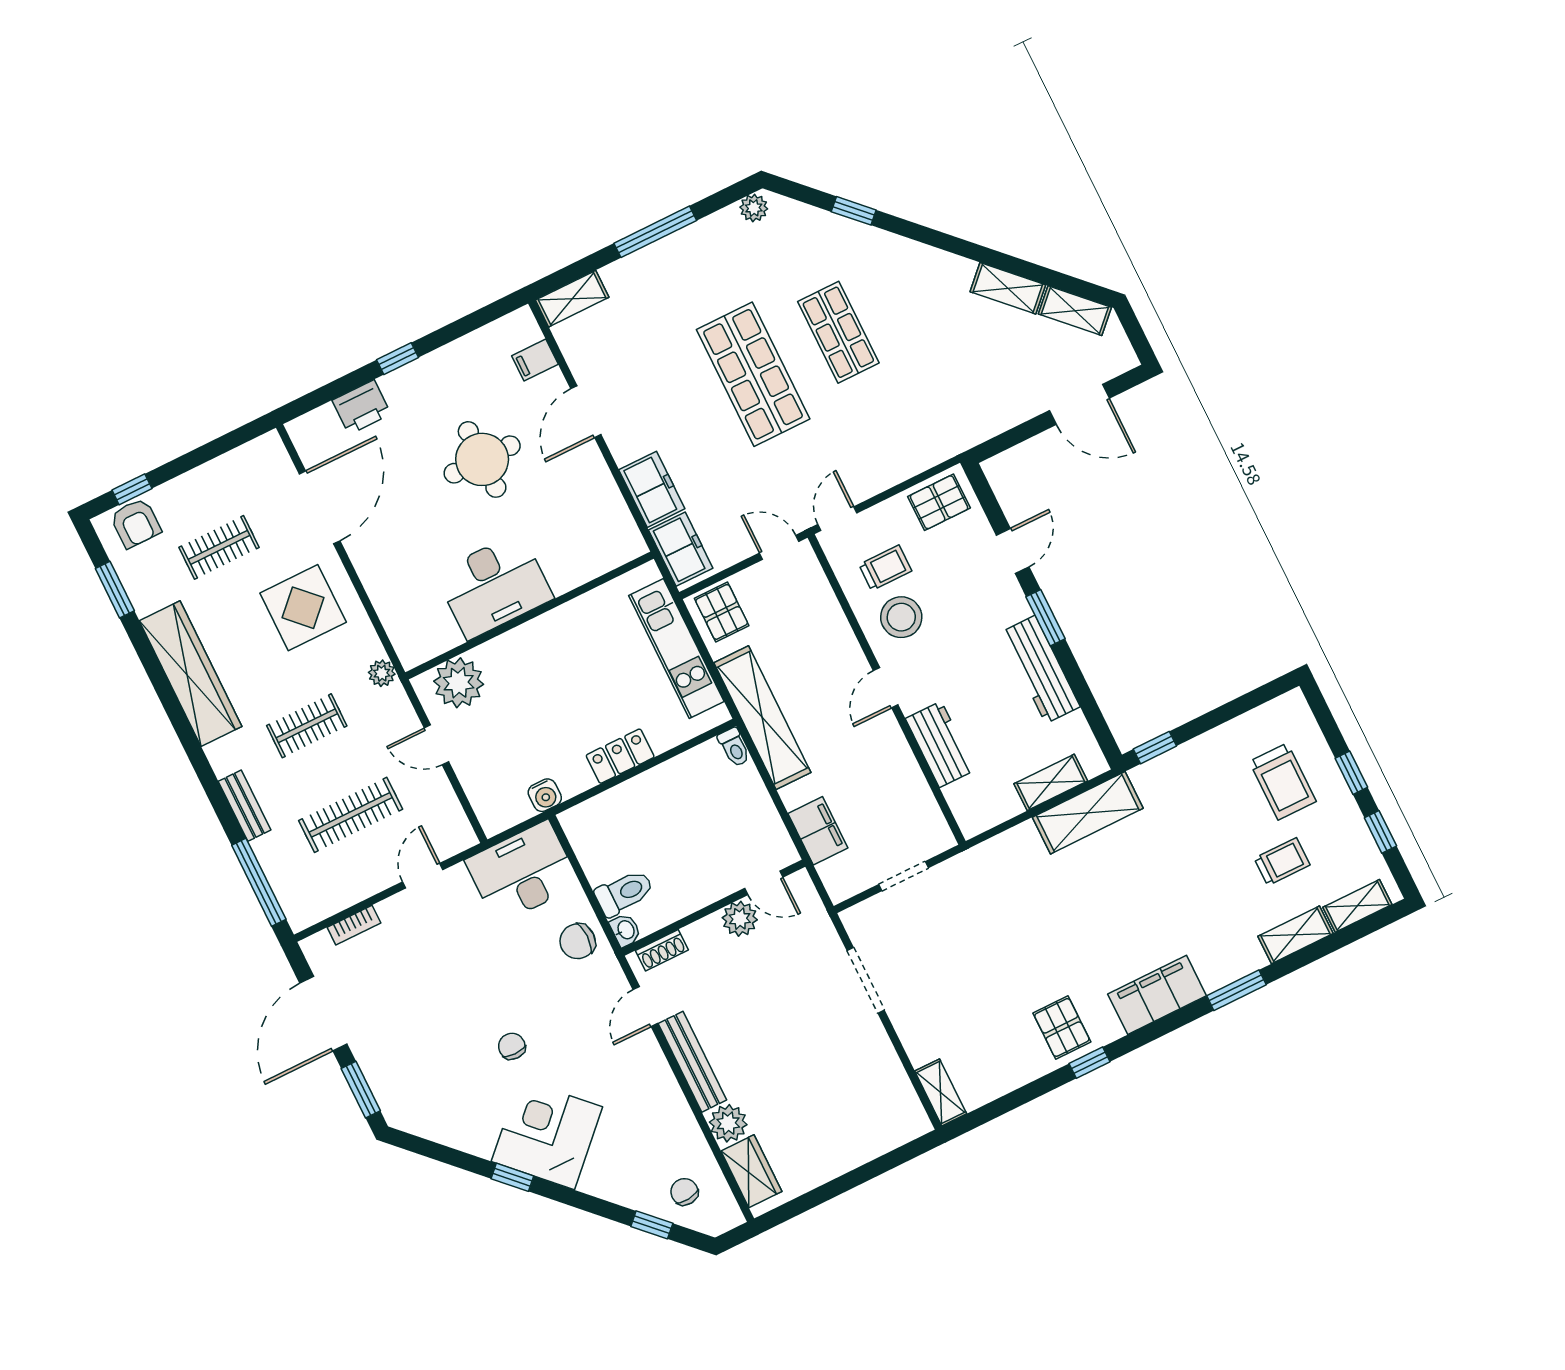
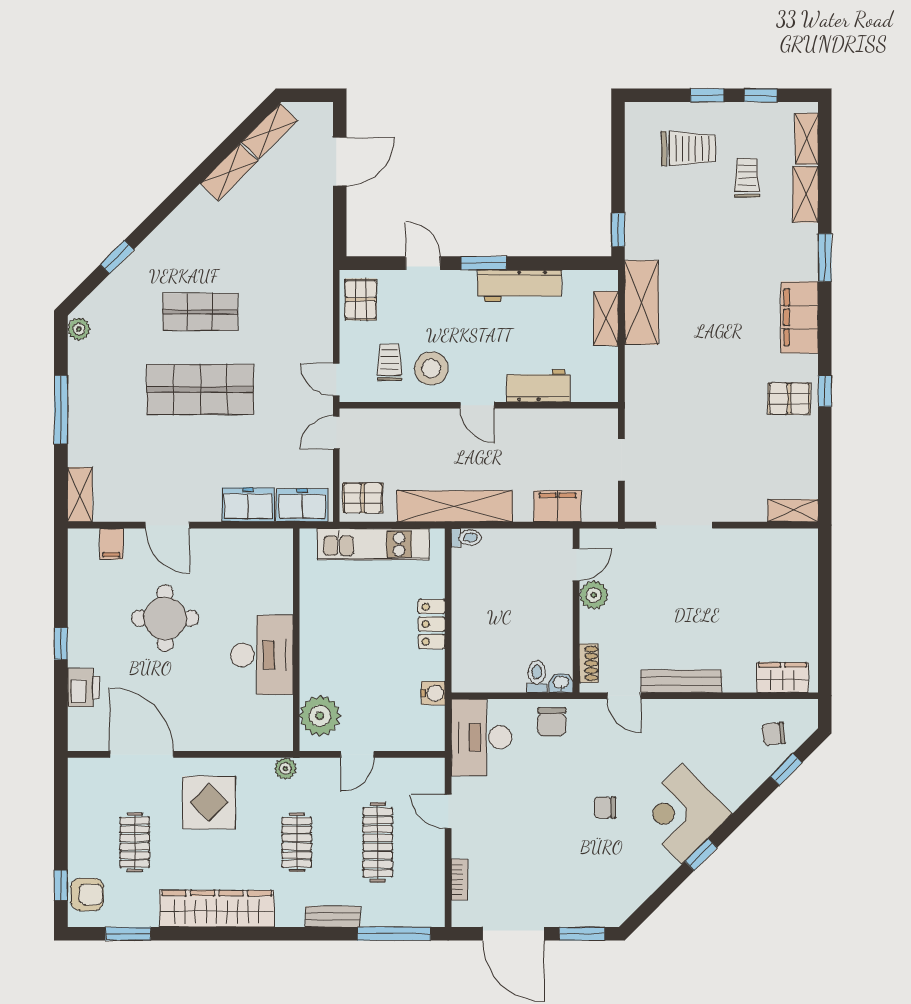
toilet: (624, 893) -> (537, 676), width x0.73, depth x0.72
plant: (728, 1123) -> (739, 677), removed

